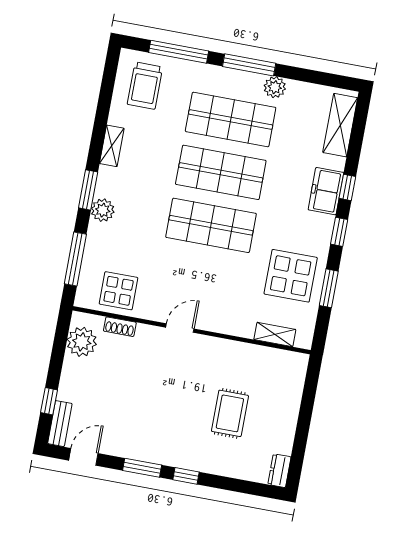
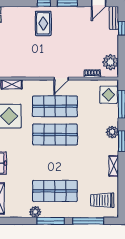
trolley: (145, 86) -> (102, 200), turned -90
shop shelf: (221, 172) -> (55, 106), moved
display table: (119, 291) -> (109, 95), moved
rug: (230, 413) -> (43, 23), moved

